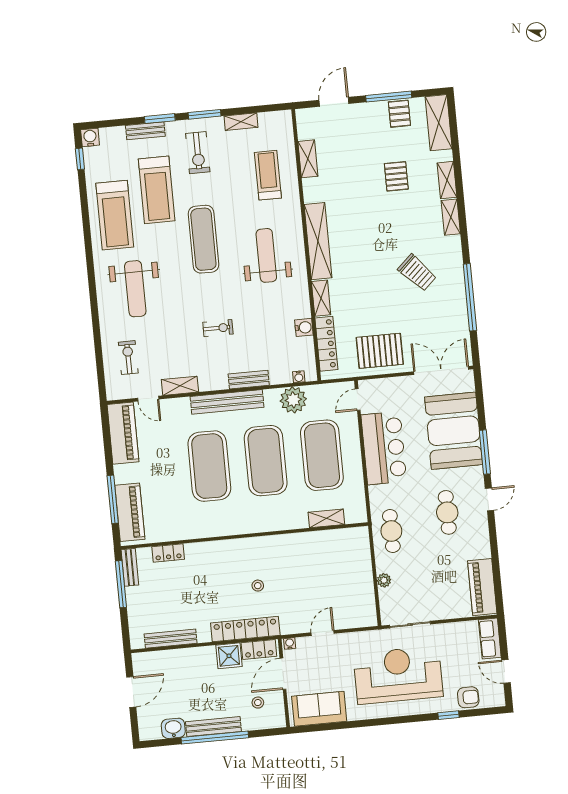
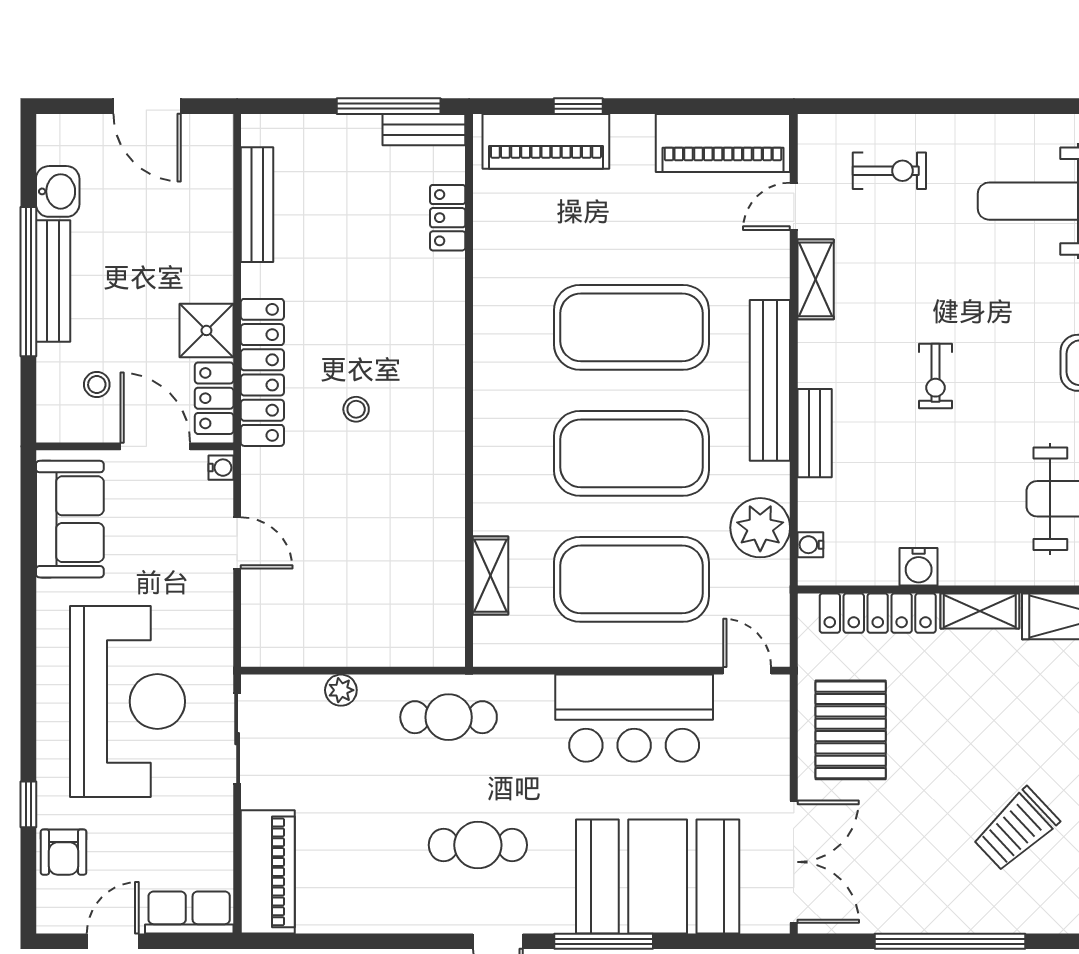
window: (113, 499) -> (578, 106), width x0.46
piano: (482, 587) -> (268, 872), moved, turned 90

